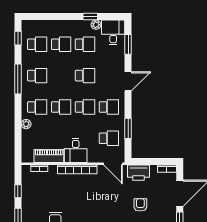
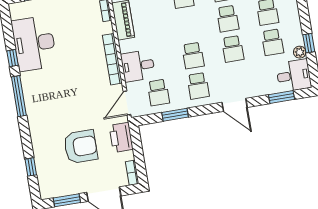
school desk: (61, 107) -> (228, 19), moved
desk: (76, 151) -> (138, 66), moved
armchair: (140, 205) -> (81, 147), width x1.88, depth x1.88

